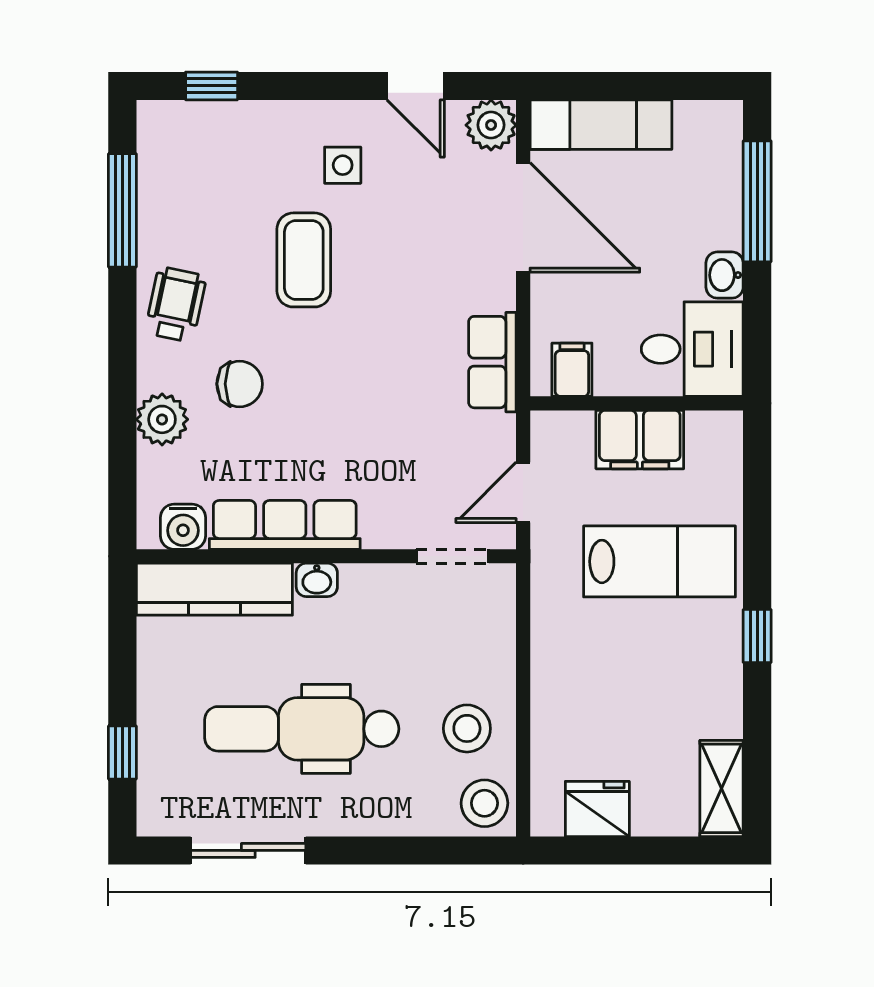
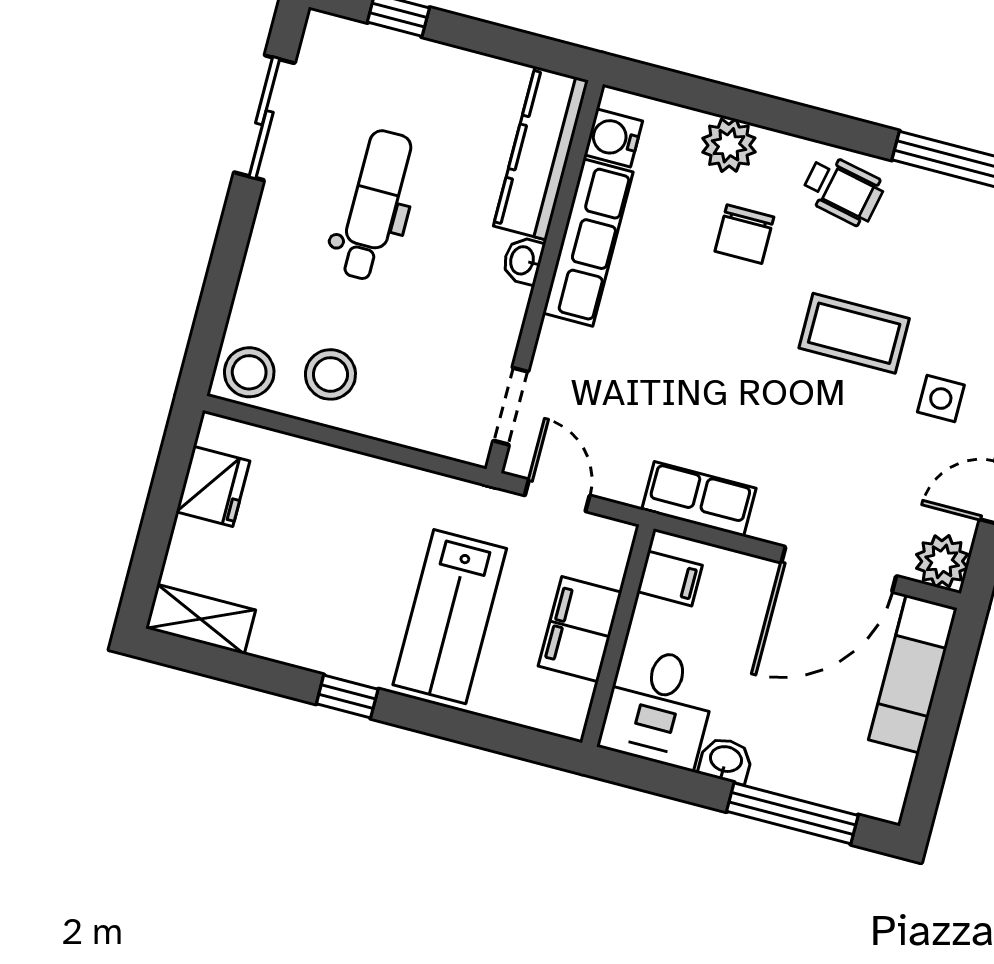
dental chair: (302, 729) -> (374, 205), width x0.73, depth x0.72

